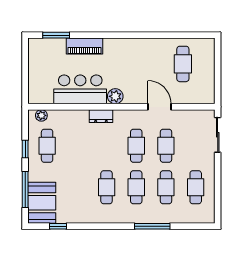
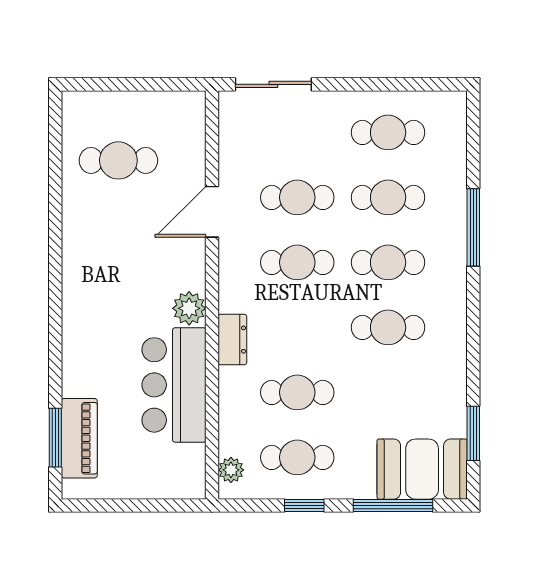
piano: (85, 46) -> (79, 438), moved
cafe table: (77, 146) -> (297, 392), added
window: (58, 226) -> (473, 433), width x1.50

